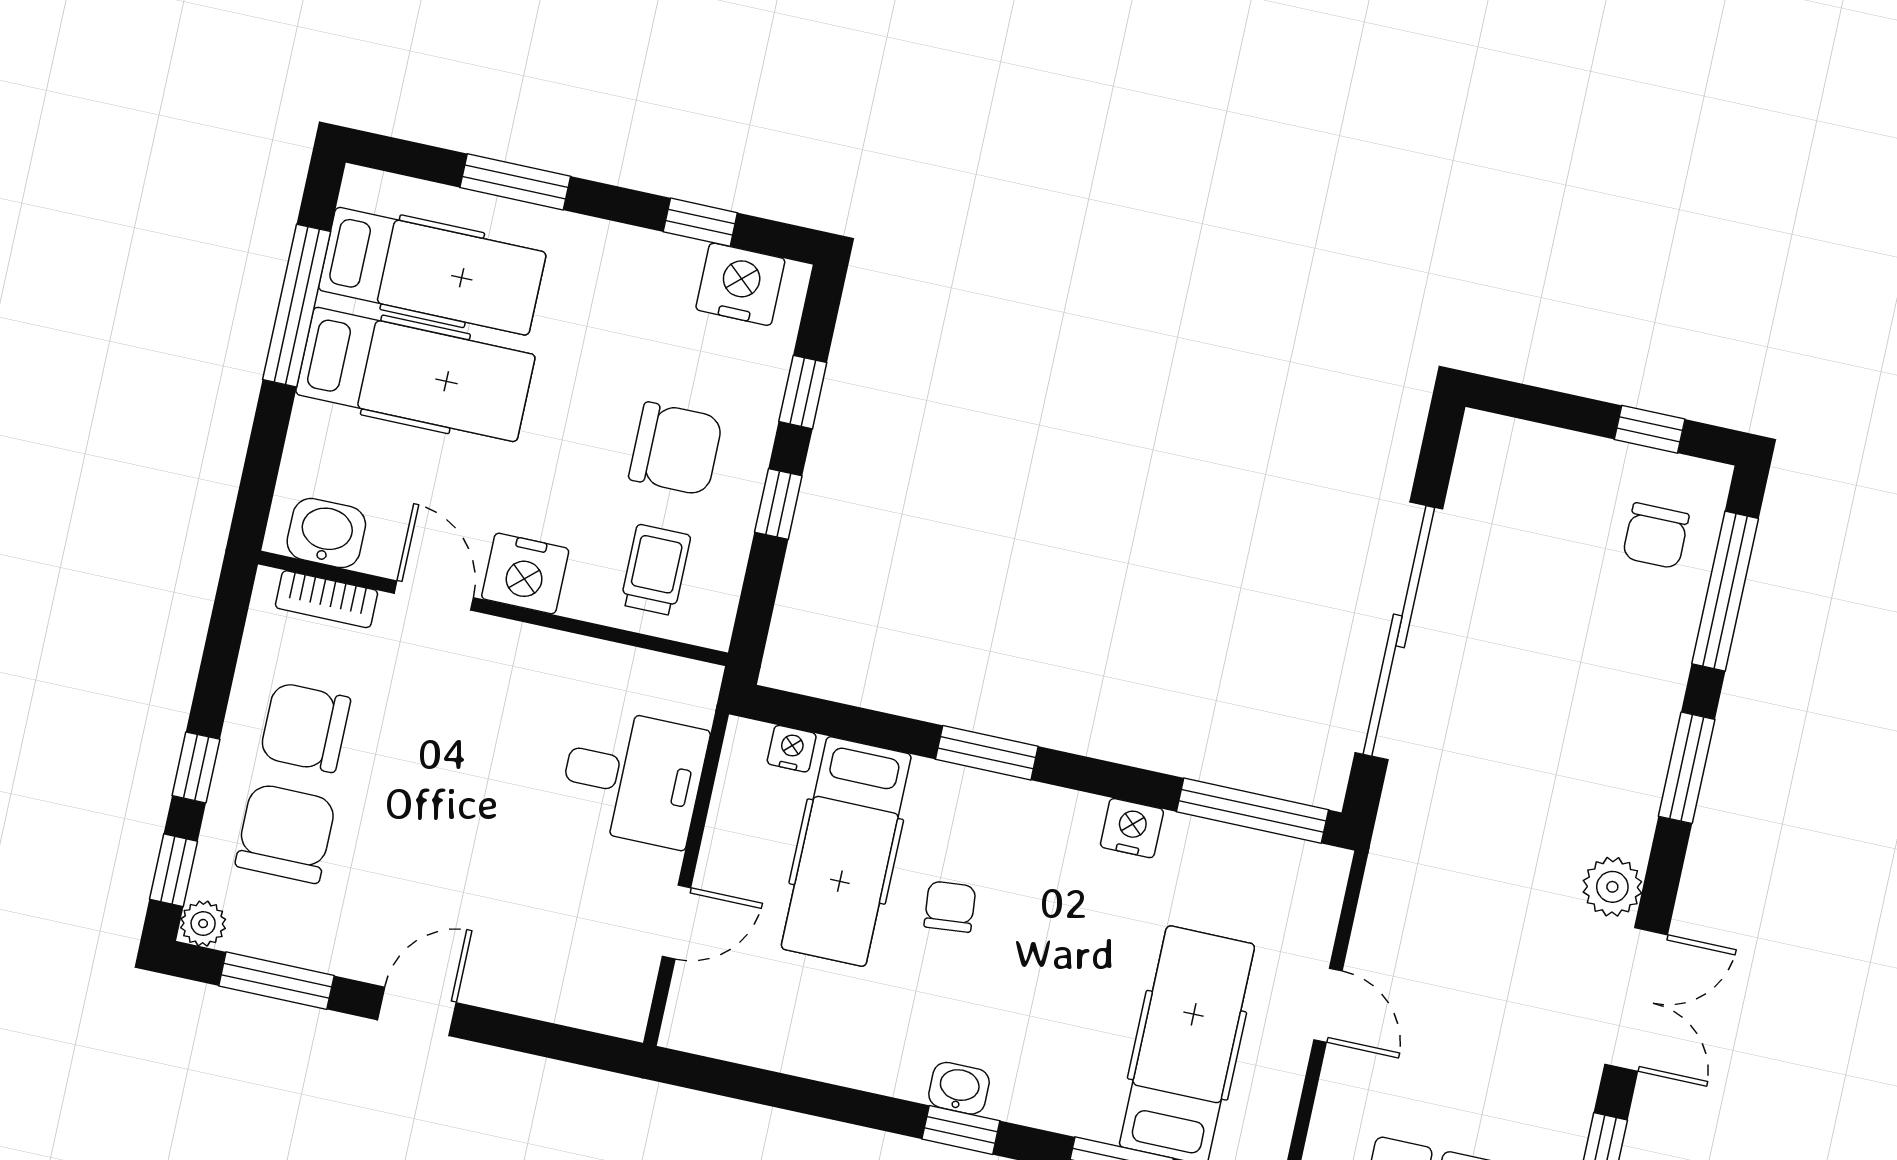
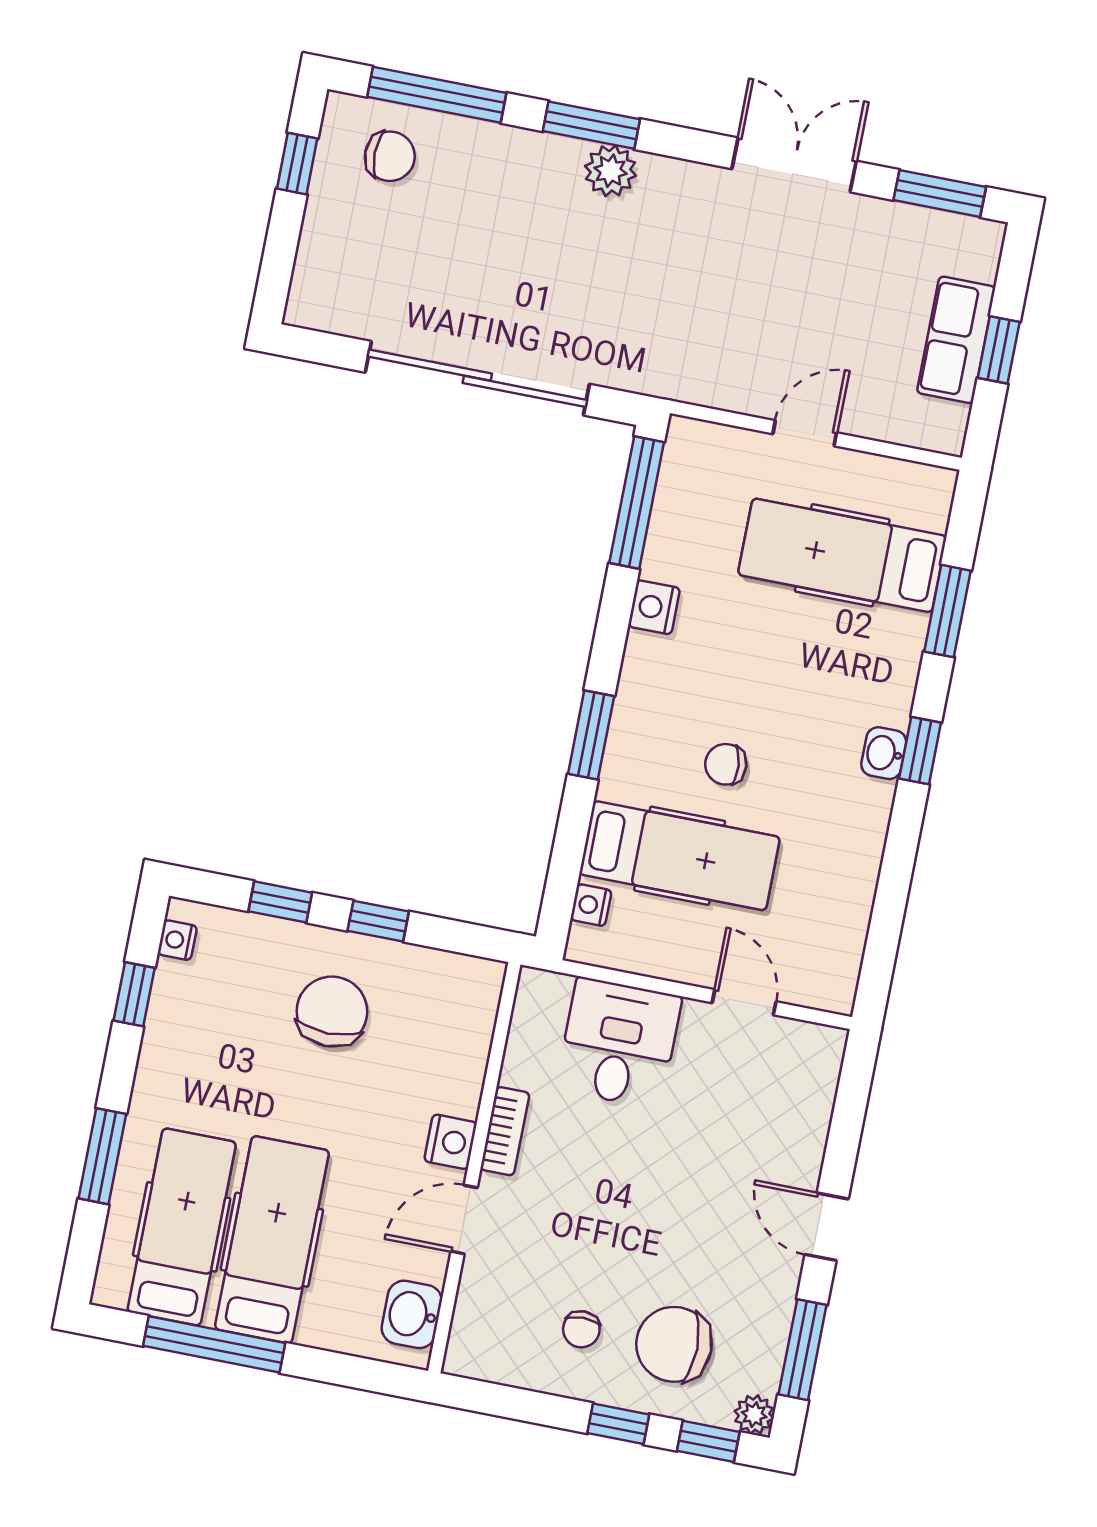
nightstand: (740, 284) -> (177, 940), width x0.53, depth x0.56
trolley: (655, 570) -> (438, 1027), removed
nightstand: (525, 574) -> (450, 1142), width x0.74, depth x0.75
bookcase: (327, 599) -> (505, 1131), moved
chair: (305, 727) -> (581, 1329), width x0.54, depth x0.54
plant: (1612, 887) -> (611, 171), moved

